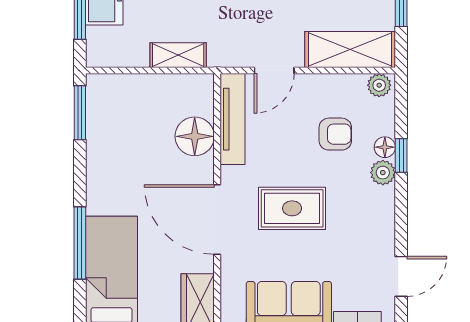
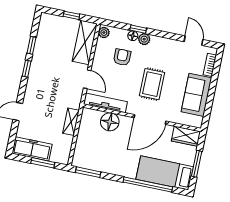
window: (80, 243) -> (148, 185), width x1.46

